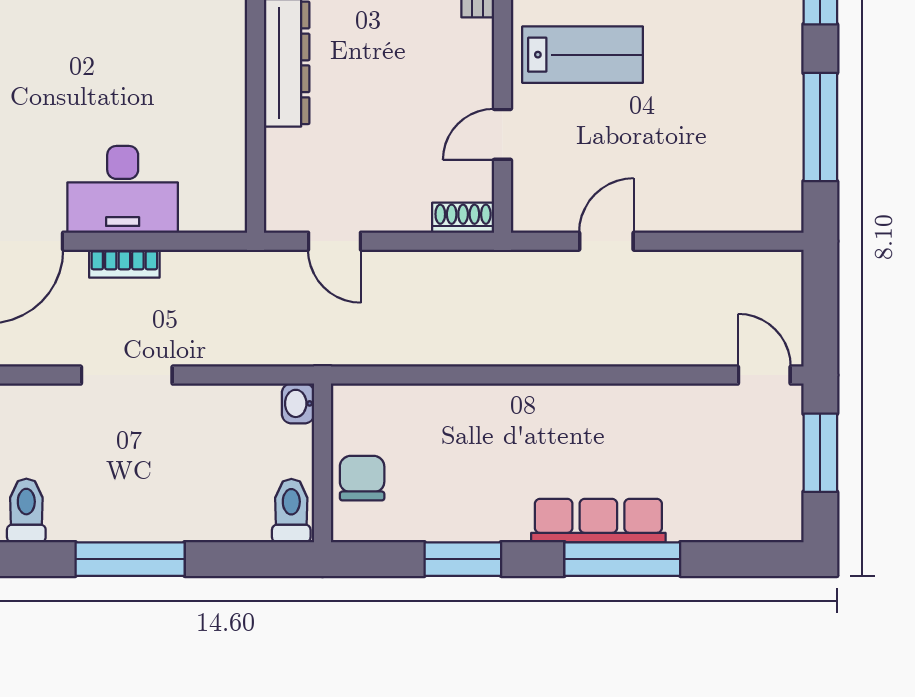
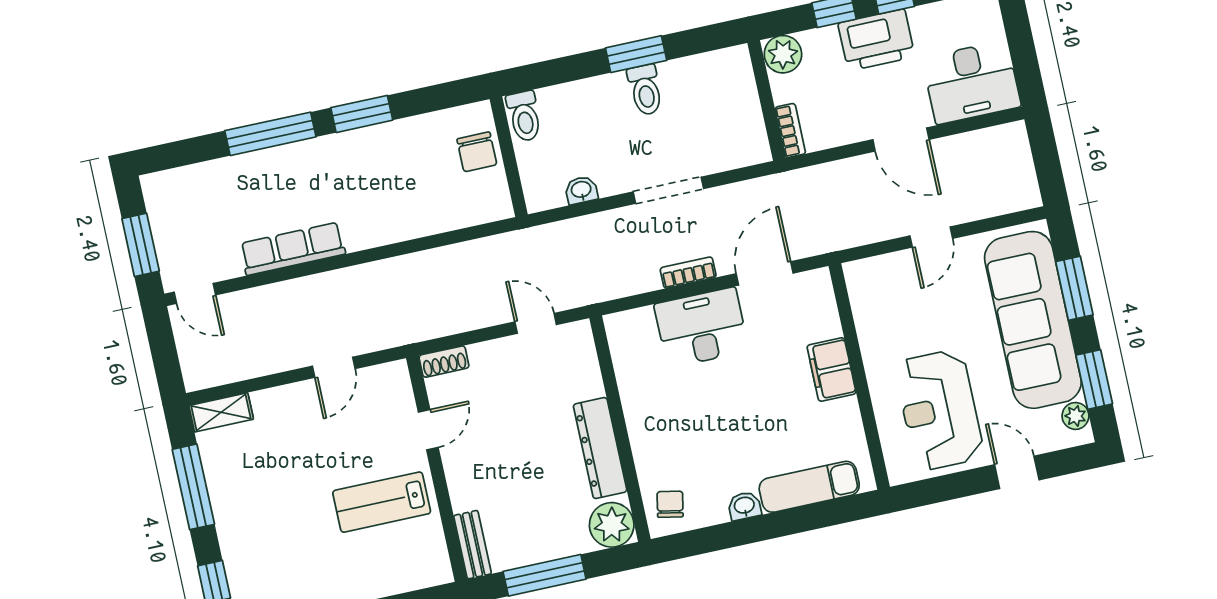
shelving: (764, 215) -> (221, 412), added
washbasin: (298, 403) -> (581, 190), moved, turned -90
toilet: (26, 510) -> (645, 90), moved
row of seats: (598, 521) -> (293, 249), moved, turned 180
window: (130, 559) -> (636, 54), width x0.69
window: (463, 559) -> (362, 114), moved

